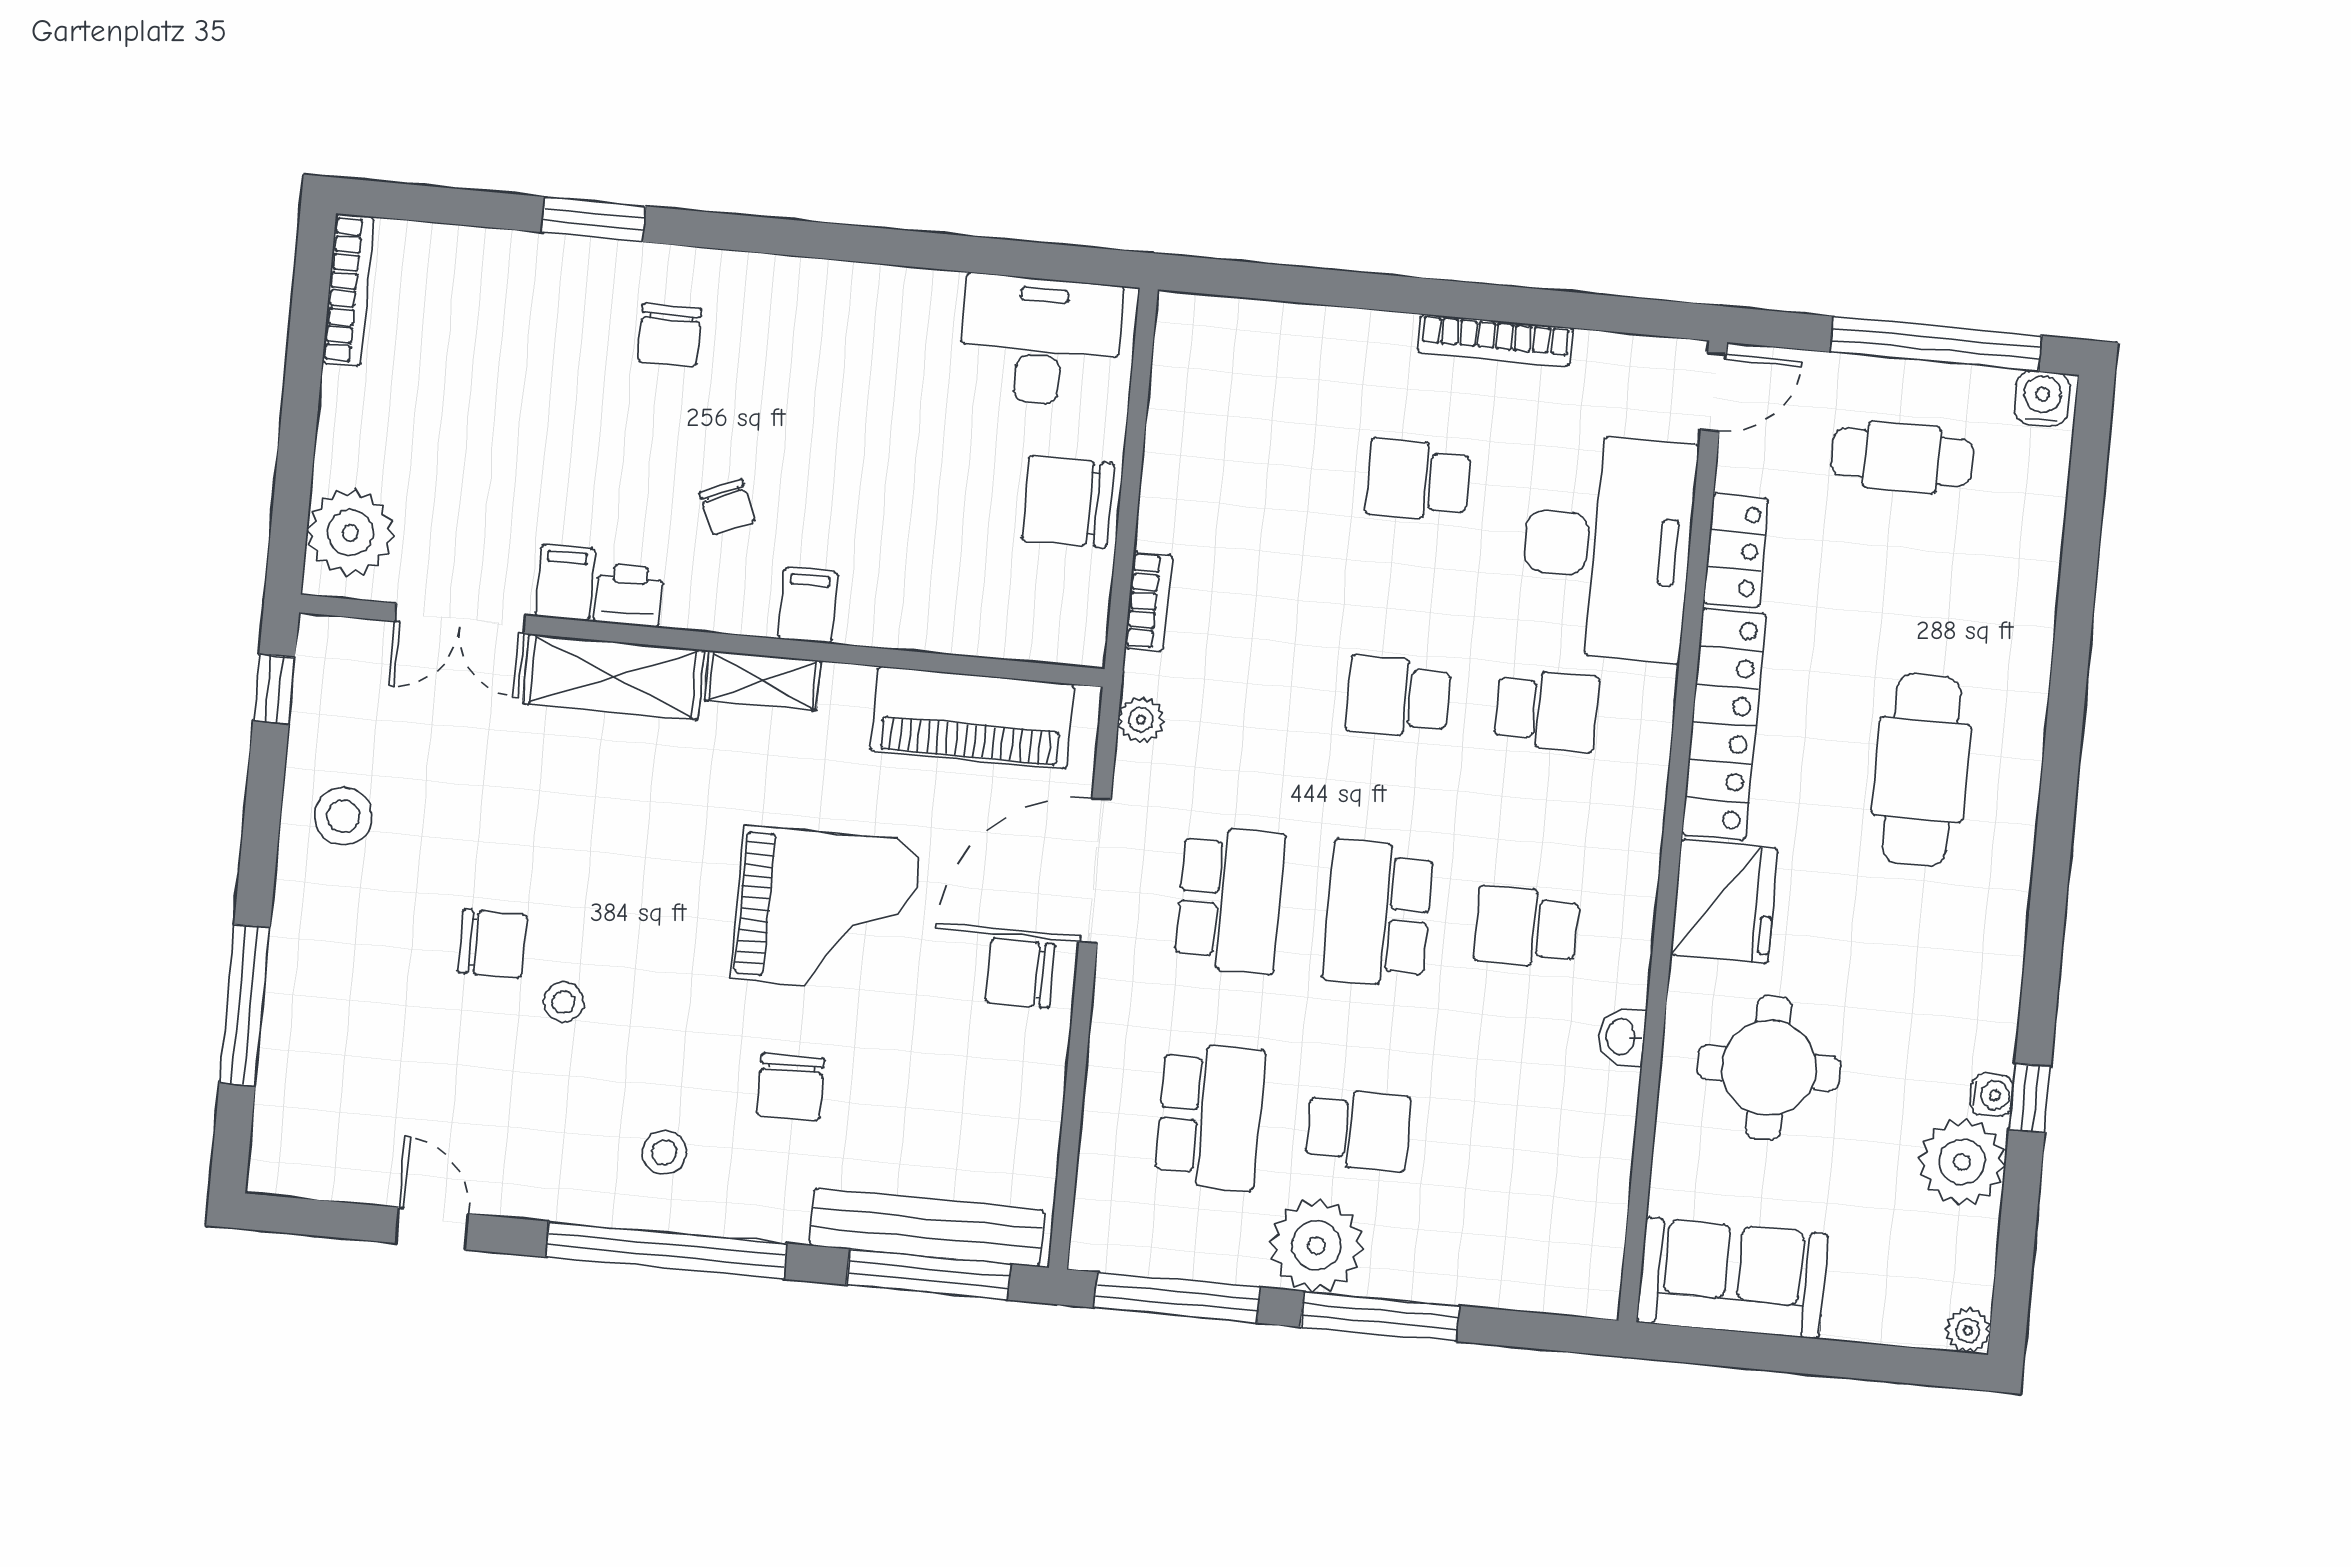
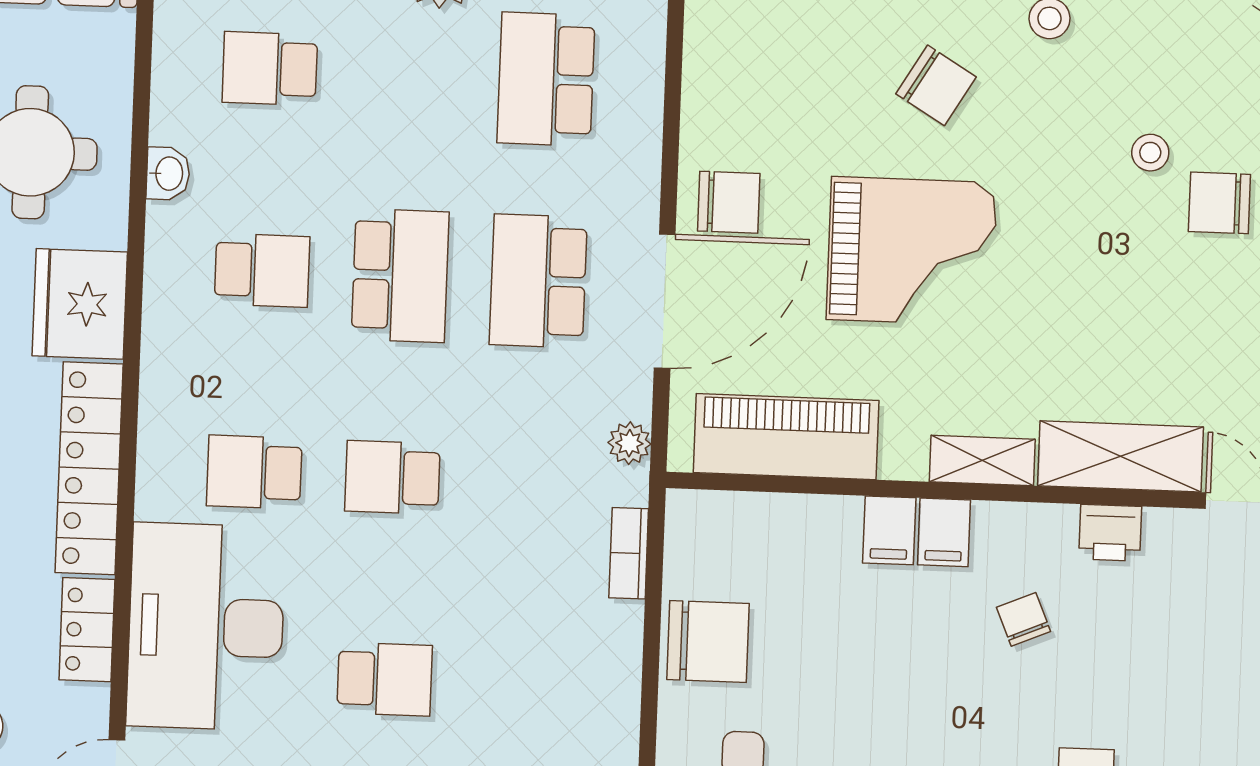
filing cabinet: (565, 583) -> (889, 530), moved
school desk: (1398, 697) -> (392, 477), turned 180
grand piano: (826, 910) -> (912, 251), turned 180
chair: (790, 1087) -> (936, 85), turned 121
school desk: (1358, 1130) -> (270, 69), moved

